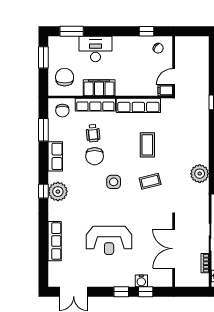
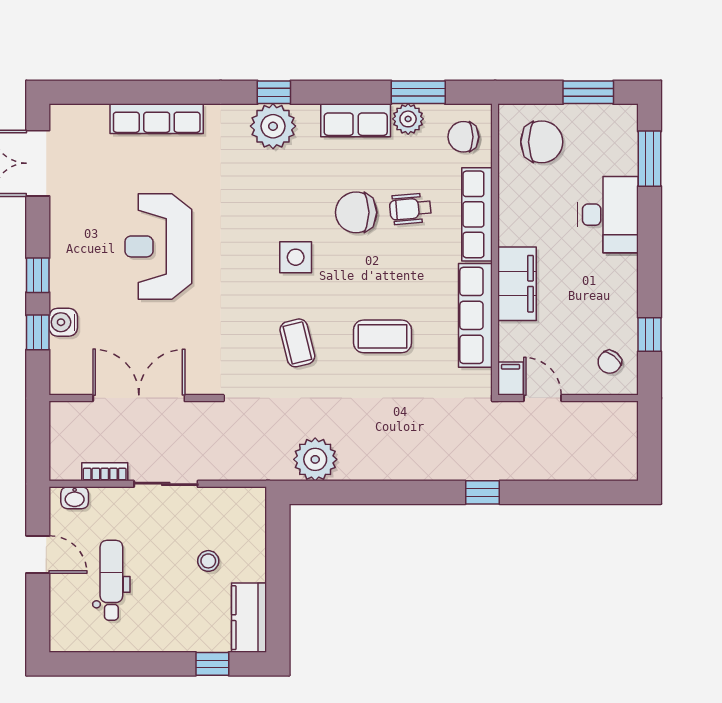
filing cabinet: (99, 88) -> (517, 284), moved
plant: (55, 134) -> (408, 119), added

